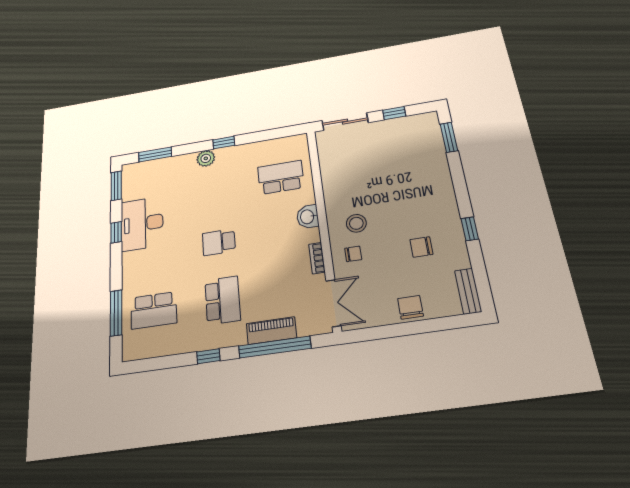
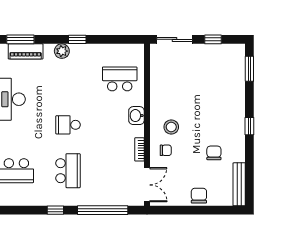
window: (470, 229) -> (249, 126), moved
chair: (421, 247) -> (214, 153), turned 90
bench: (468, 291) -> (239, 184), width x1.36
piano: (271, 331) -> (26, 51), moved, turned 180

